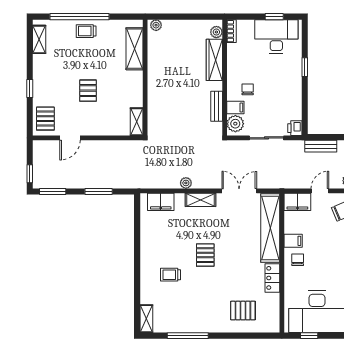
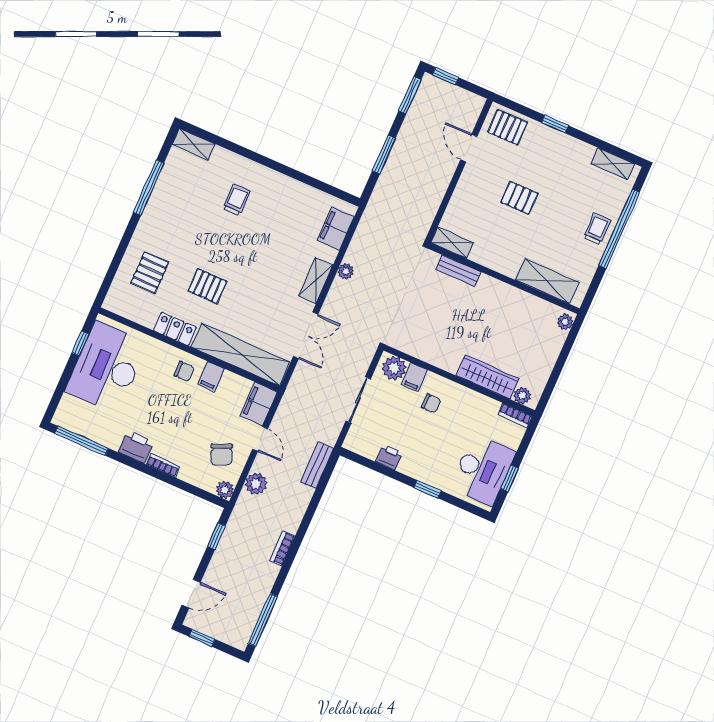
bench: (217, 106) -> (458, 271), moved
printer: (295, 128) -> (389, 457), moved
pallet: (205, 255) -> (207, 286), moved

